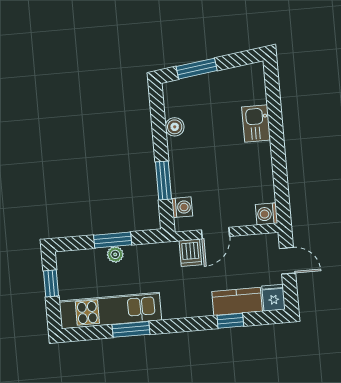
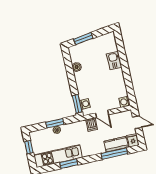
window: (163, 181) -> (77, 104), moved
door: (215, 233) -> (102, 114), hinge flipped
window: (230, 321) -> (114, 154), width x2.17

